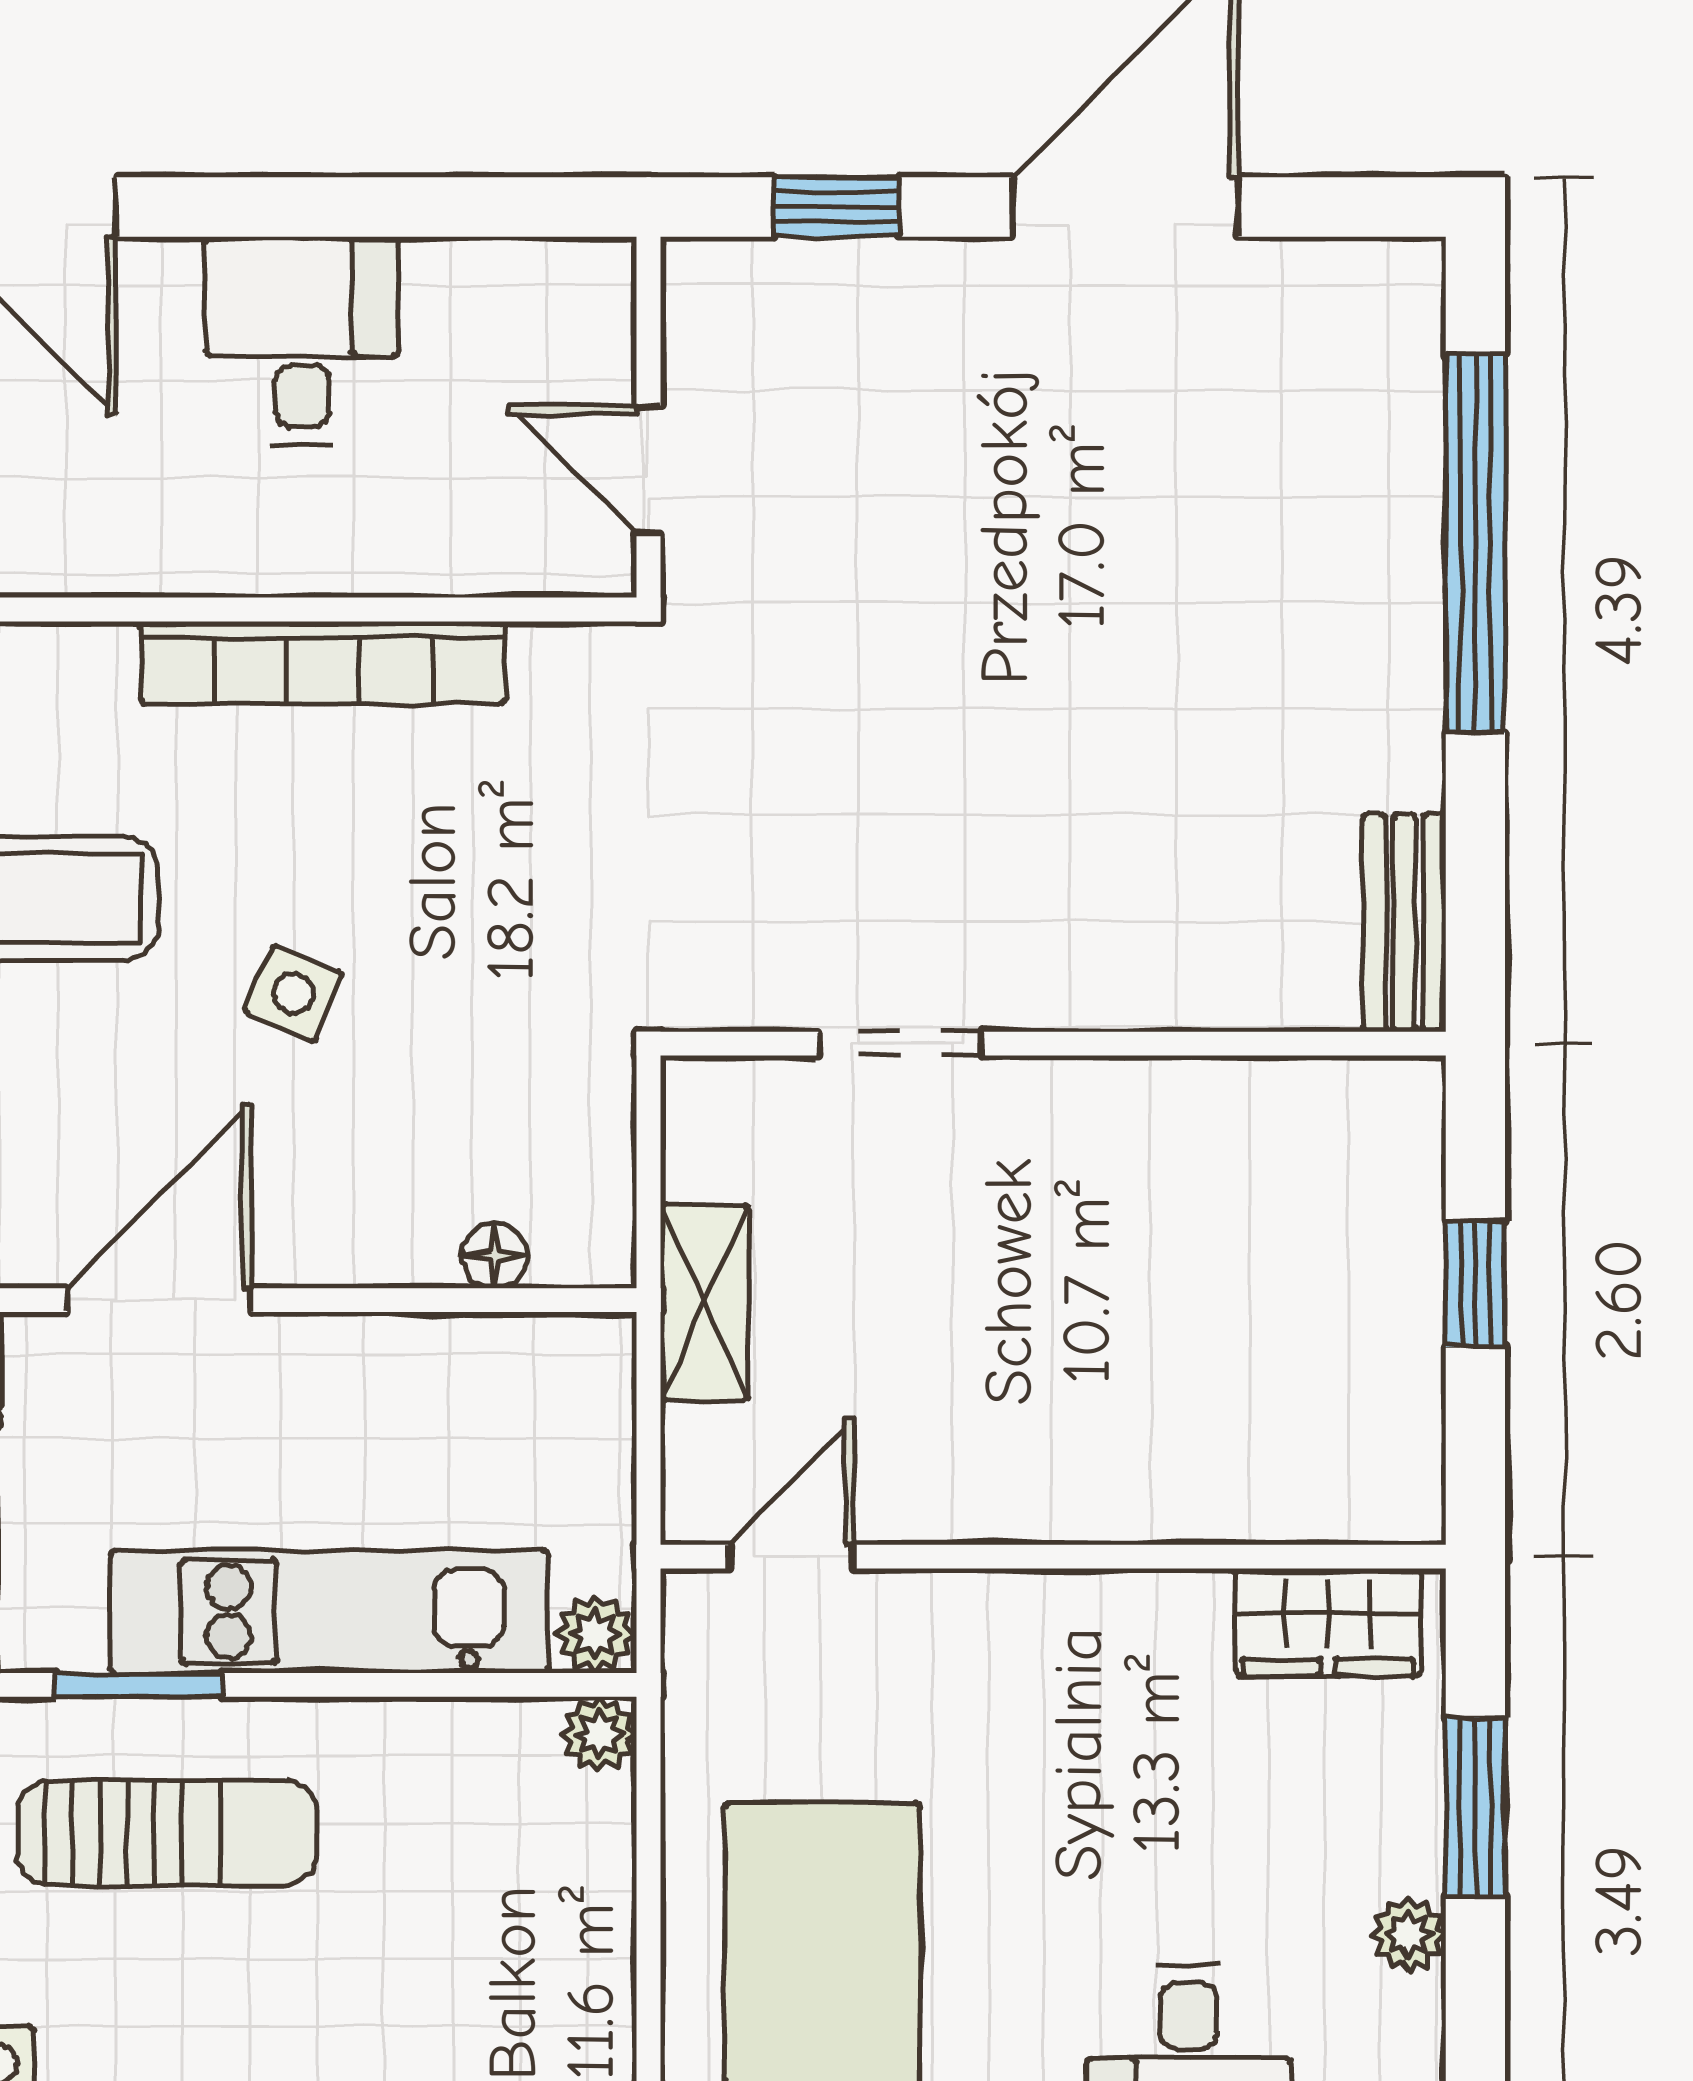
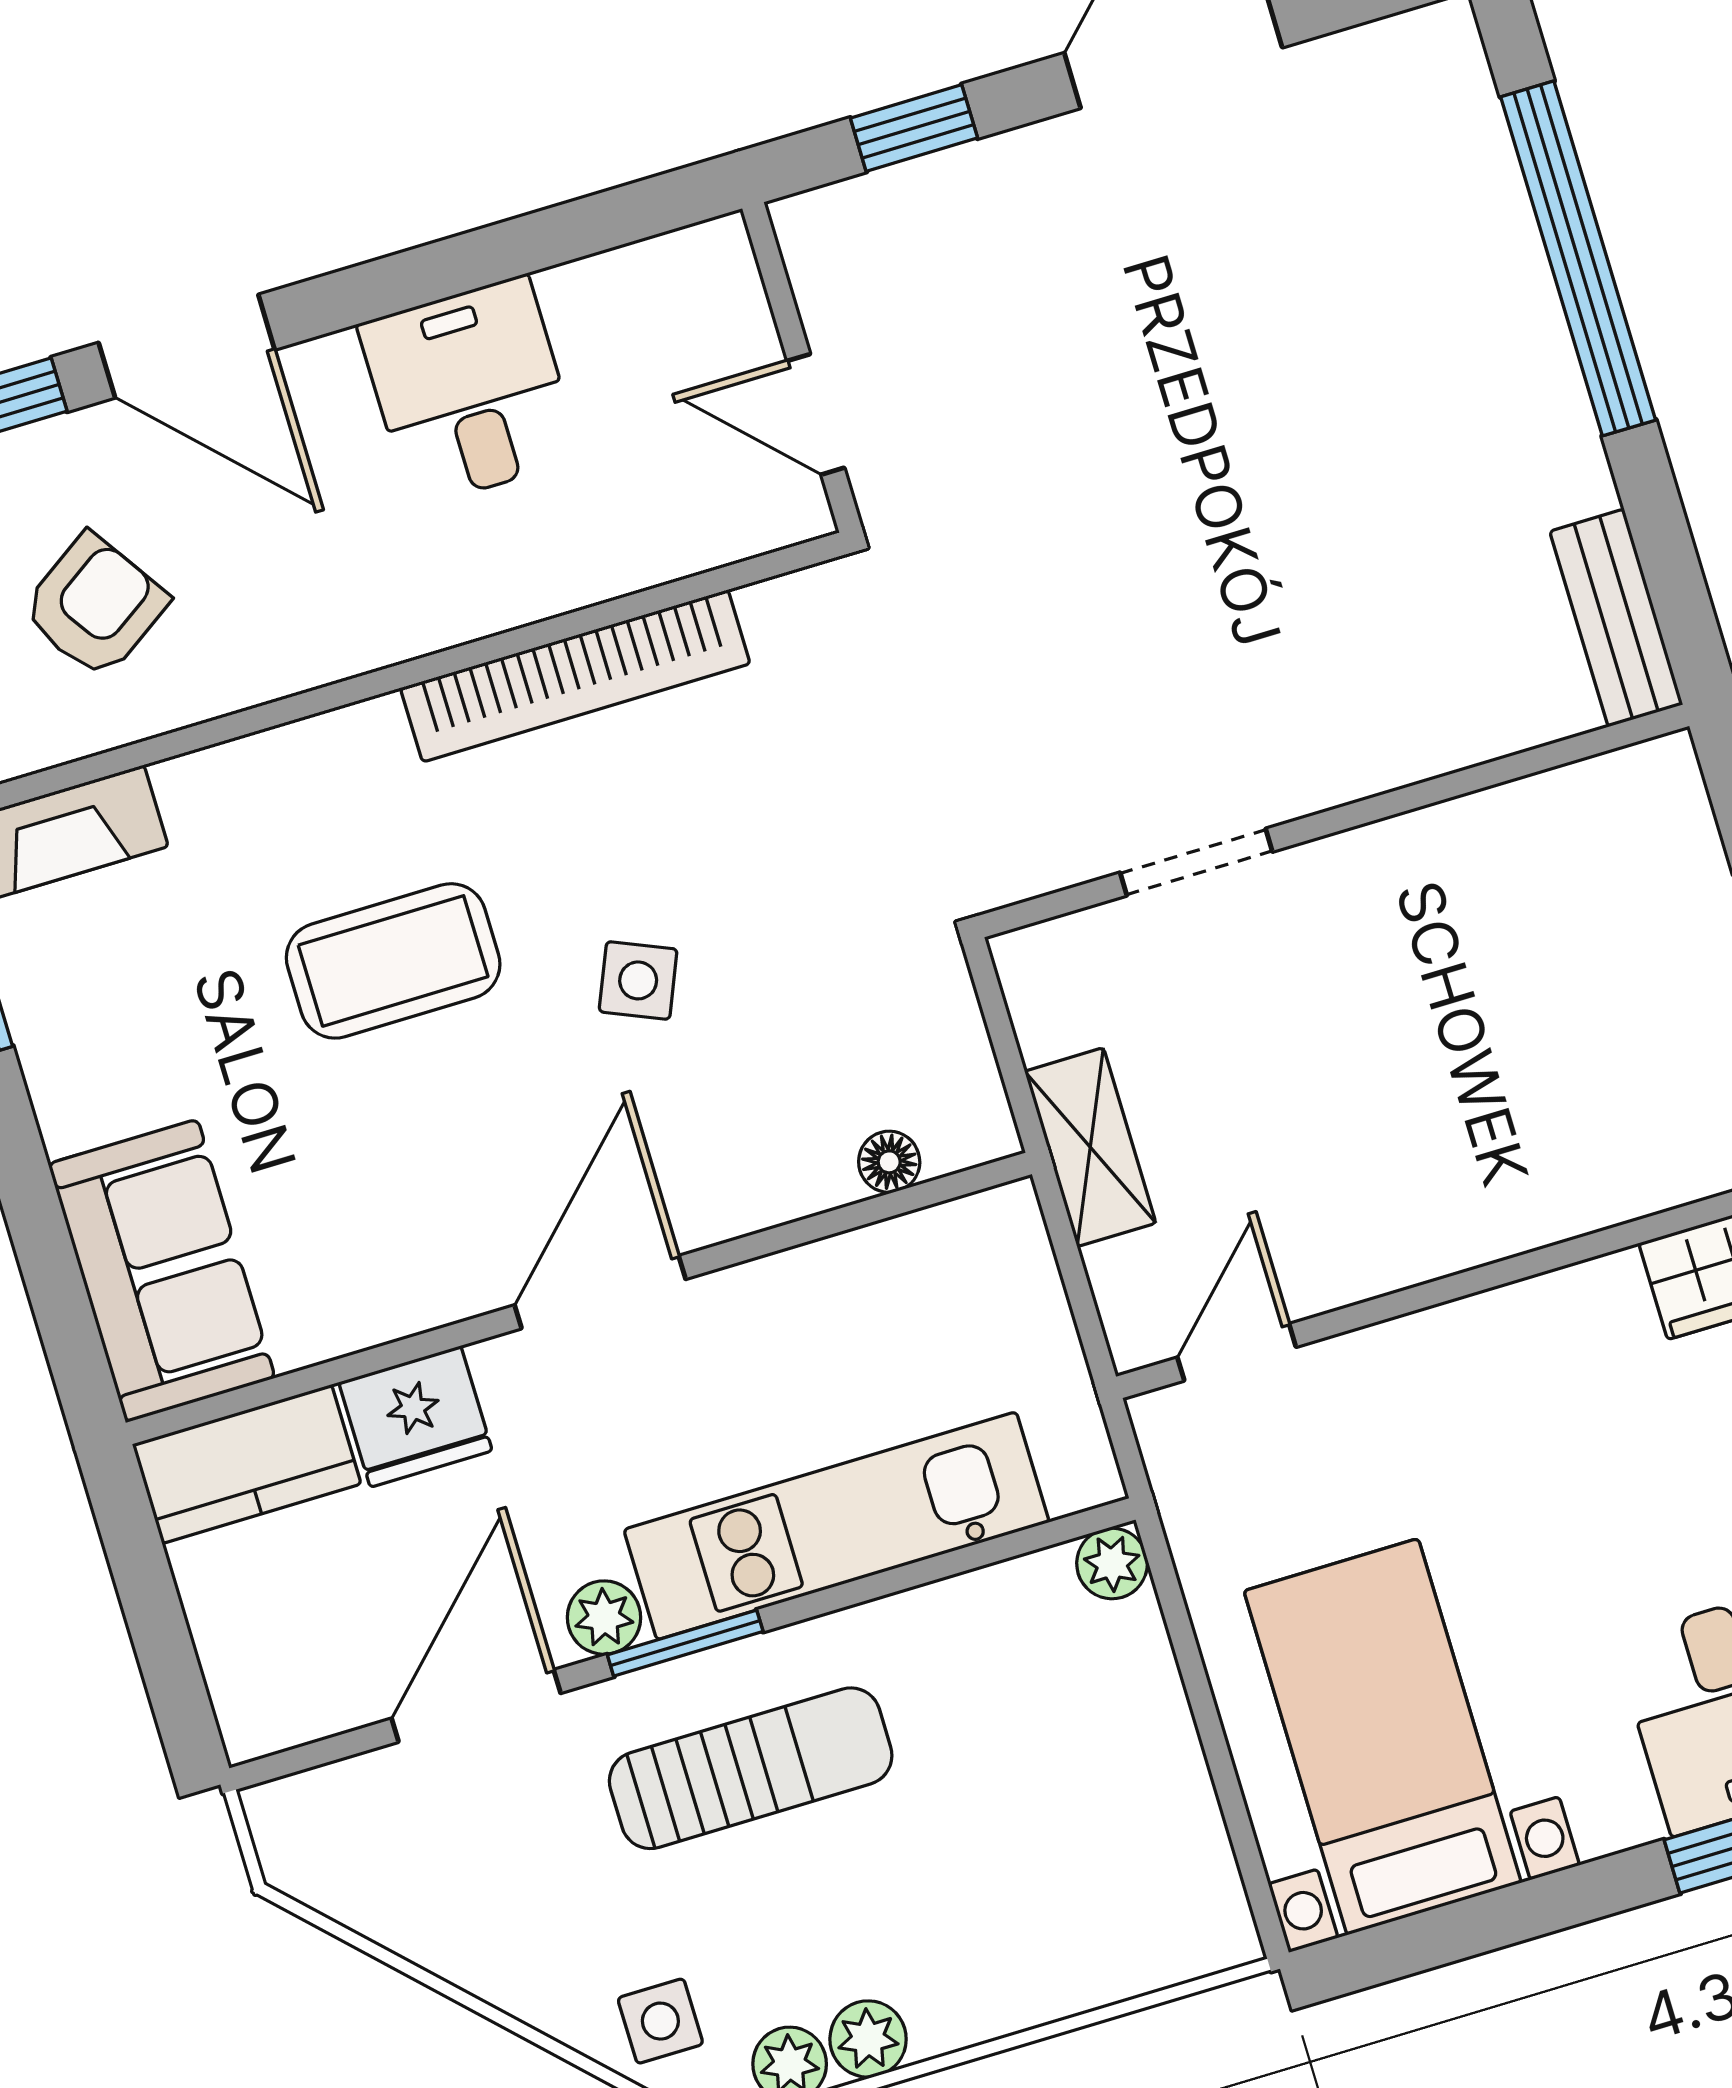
plant: (595, 1634) -> (604, 1618), moved

